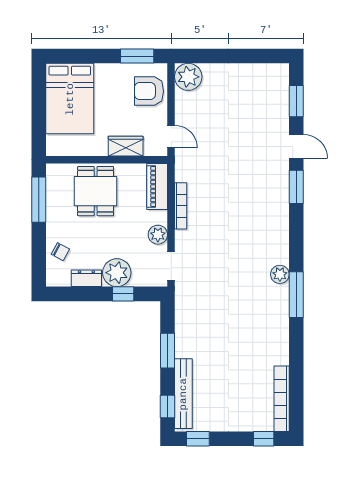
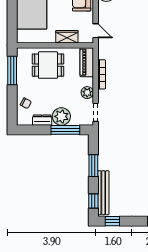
dining table: (96, 191) -> (48, 65), turned 90
window: (123, 294) -> (65, 130), width x2.17

